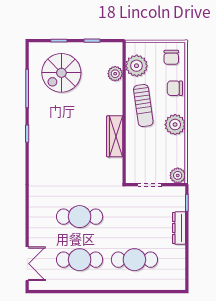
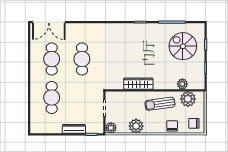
plant: (175, 125) -> (136, 126), moved
double door: (27, 264) -> (49, 22), width x1.37

